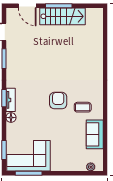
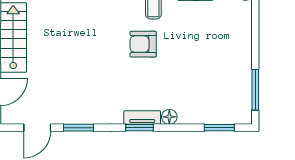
corner sofa: (29, 156) -> (228, 90), removed

